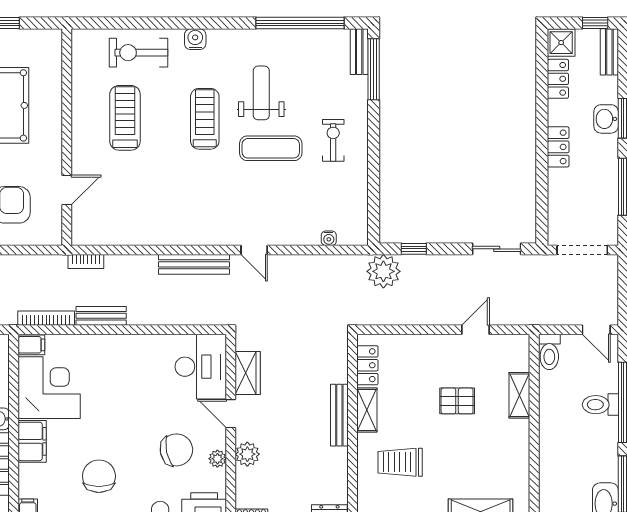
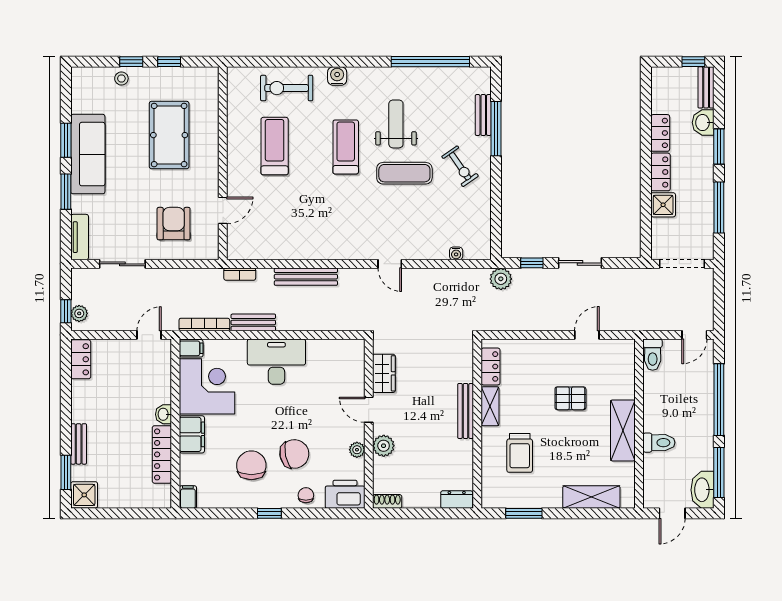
shower: (561, 43) -> (663, 205), moved
bench: (359, 52) -> (483, 115), moved
window: (374, 69) -> (496, 129), moved
locker: (558, 79) -> (660, 133), moved
washbasin: (606, 119) -> (703, 123), moved
exercise bike: (333, 140) -> (460, 166), turned 145
sliding door: (497, 249) -> (580, 263), moved
bench: (194, 264) -> (306, 277), moved
plant: (383, 271) -> (501, 279), width x0.73, depth x0.73
door: (596, 330) -> (694, 335), hinge flipped
desk: (201, 367) -> (276, 362), moved, turned -90
shelving: (519, 395) -> (623, 430), moved, width x1.50, depth x1.33
toilet: (600, 405) -> (659, 443), moved, turned 180
chair: (176, 450) -> (294, 454), moved
trolley: (400, 462) -> (520, 453), turned -90

